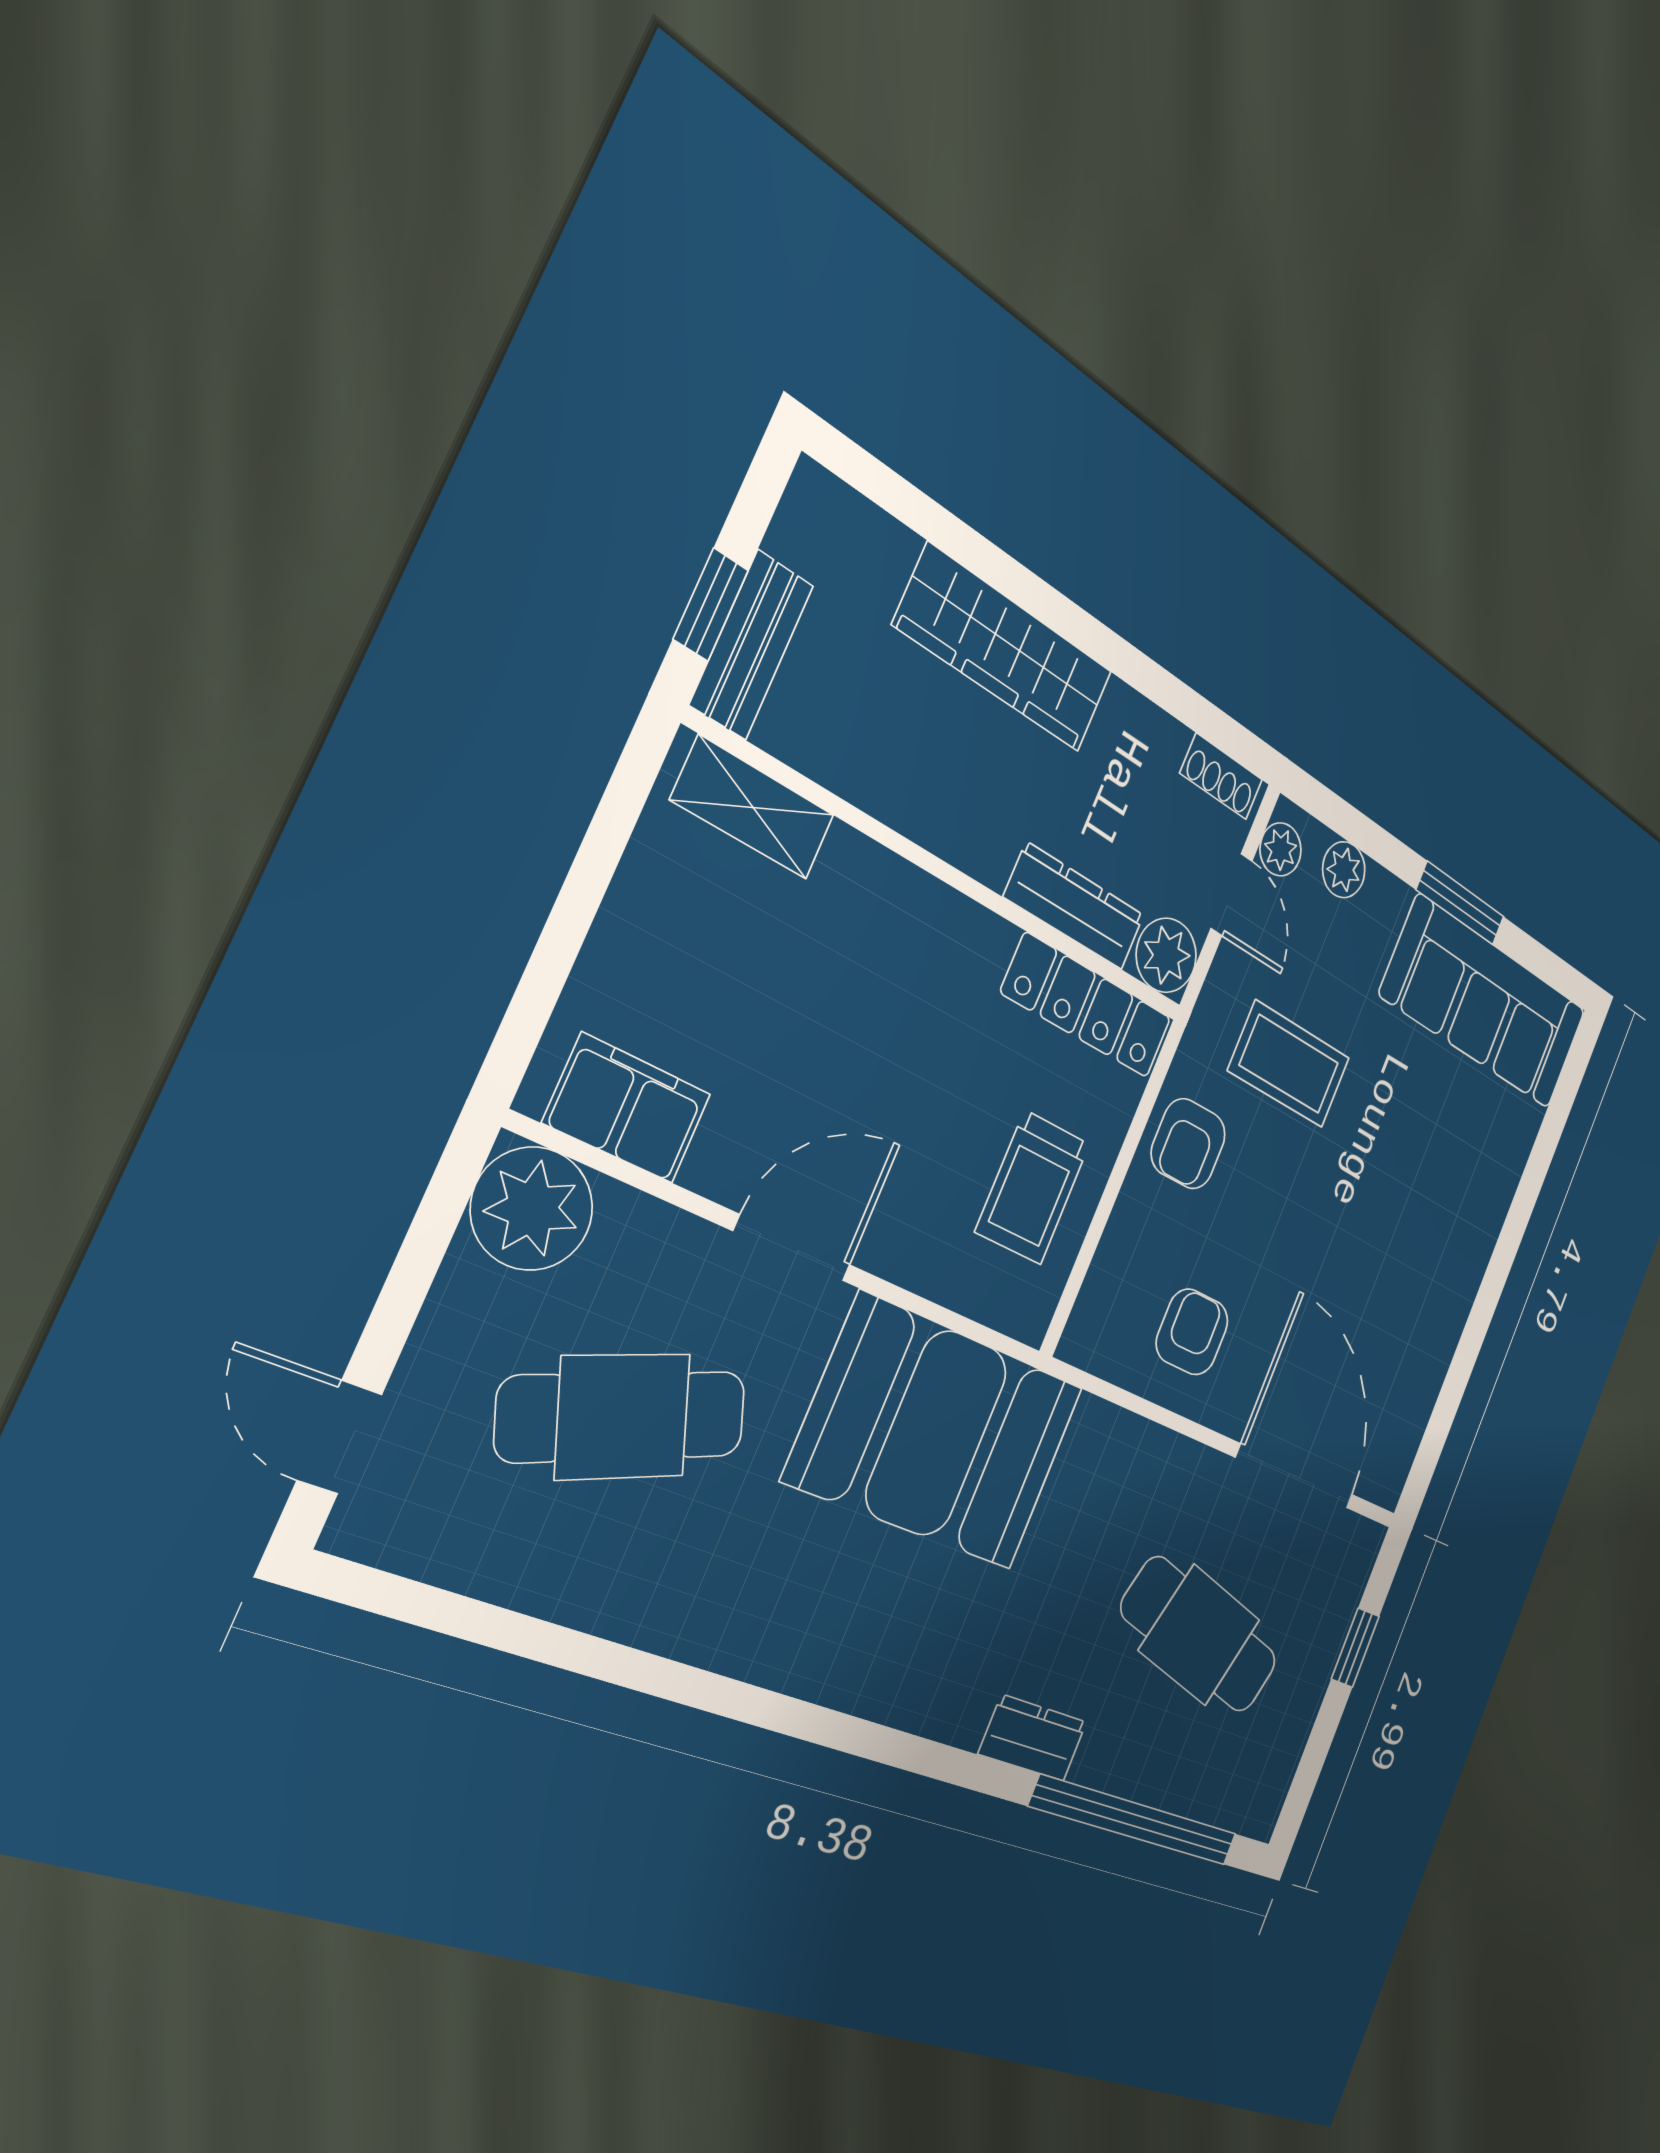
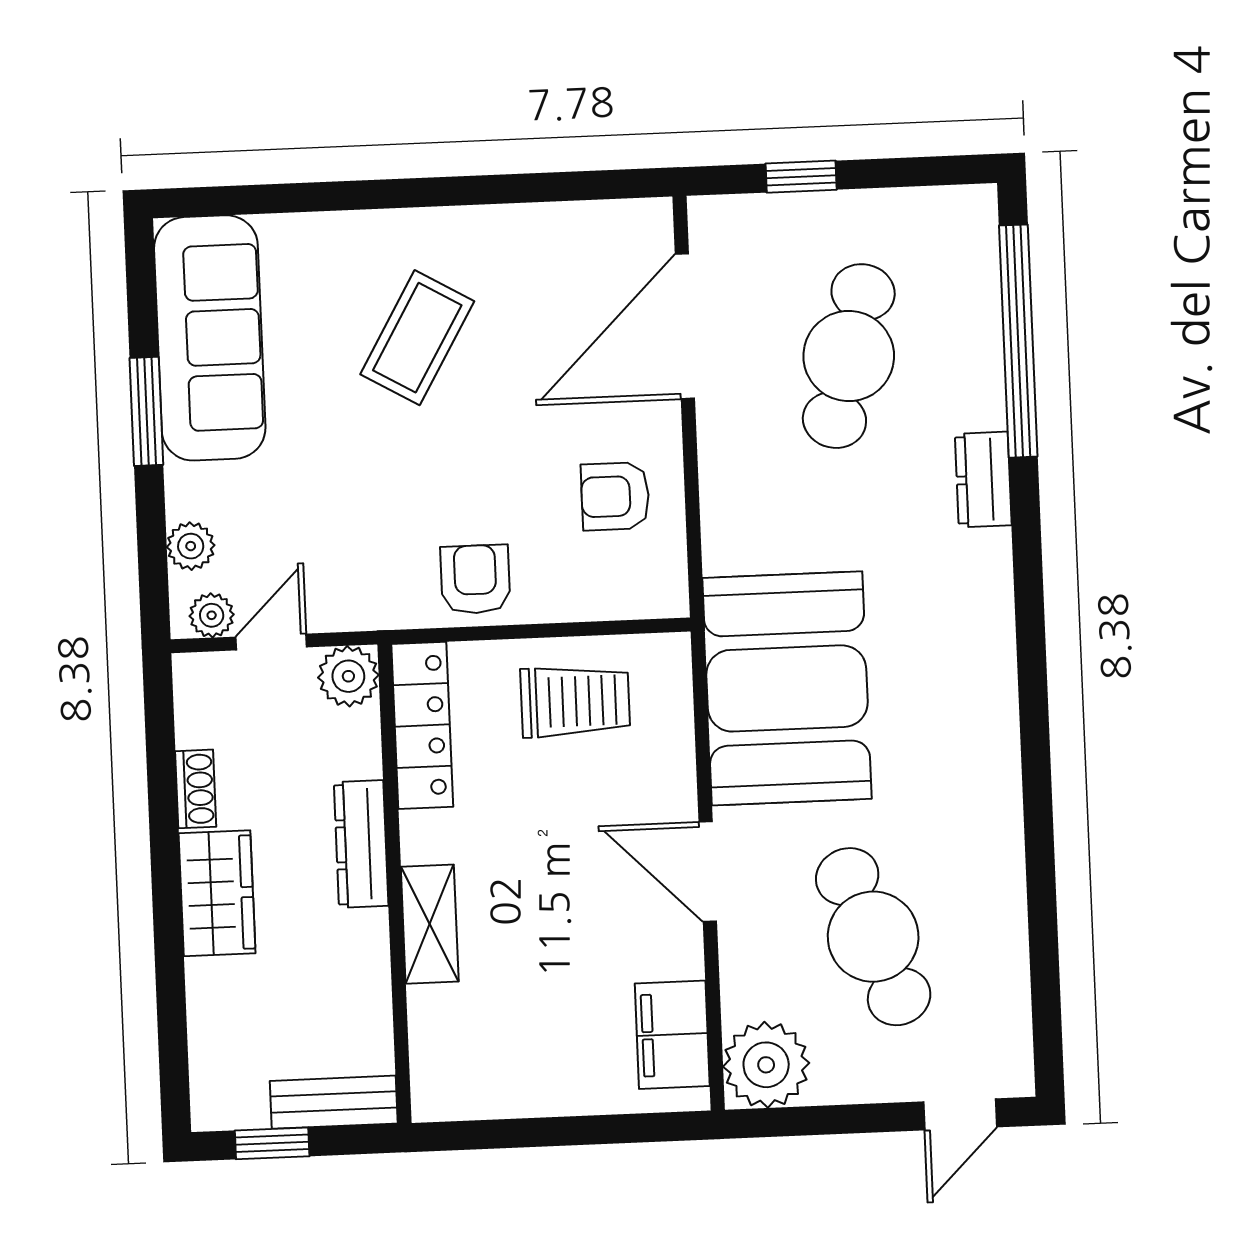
window: (711, 605) -> (272, 1143), moved
wardrobe: (1005, 649) -> (217, 893), width x0.67
shoe rack: (1221, 776) -> (196, 789), moved
shelving: (753, 808) -> (430, 924), moved
dresser: (1075, 906) -> (361, 844), moved
coffee table: (1289, 1064) -> (417, 338), moved, turned 30
armchair: (1188, 1144) -> (475, 579), turned -90

